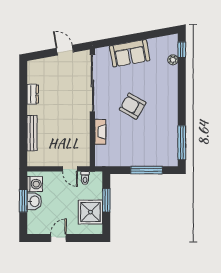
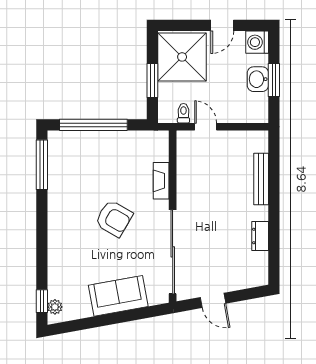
plant: (173, 60) -> (55, 307), moved
window: (147, 170) -> (93, 125), width x1.46
washing machine: (35, 184) -> (257, 42), moved
shower: (90, 212) -> (182, 57), width x1.37, depth x1.37

